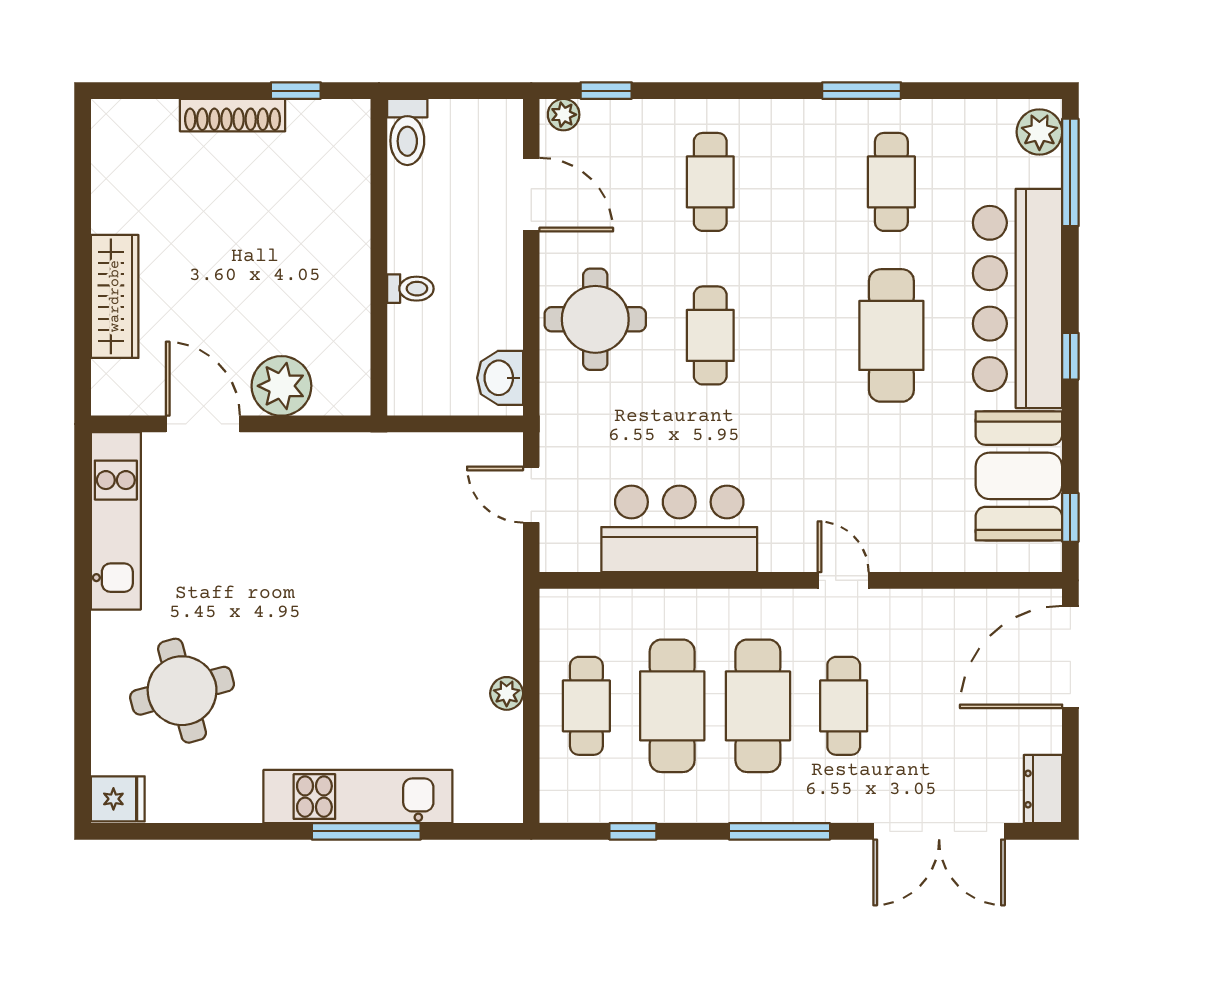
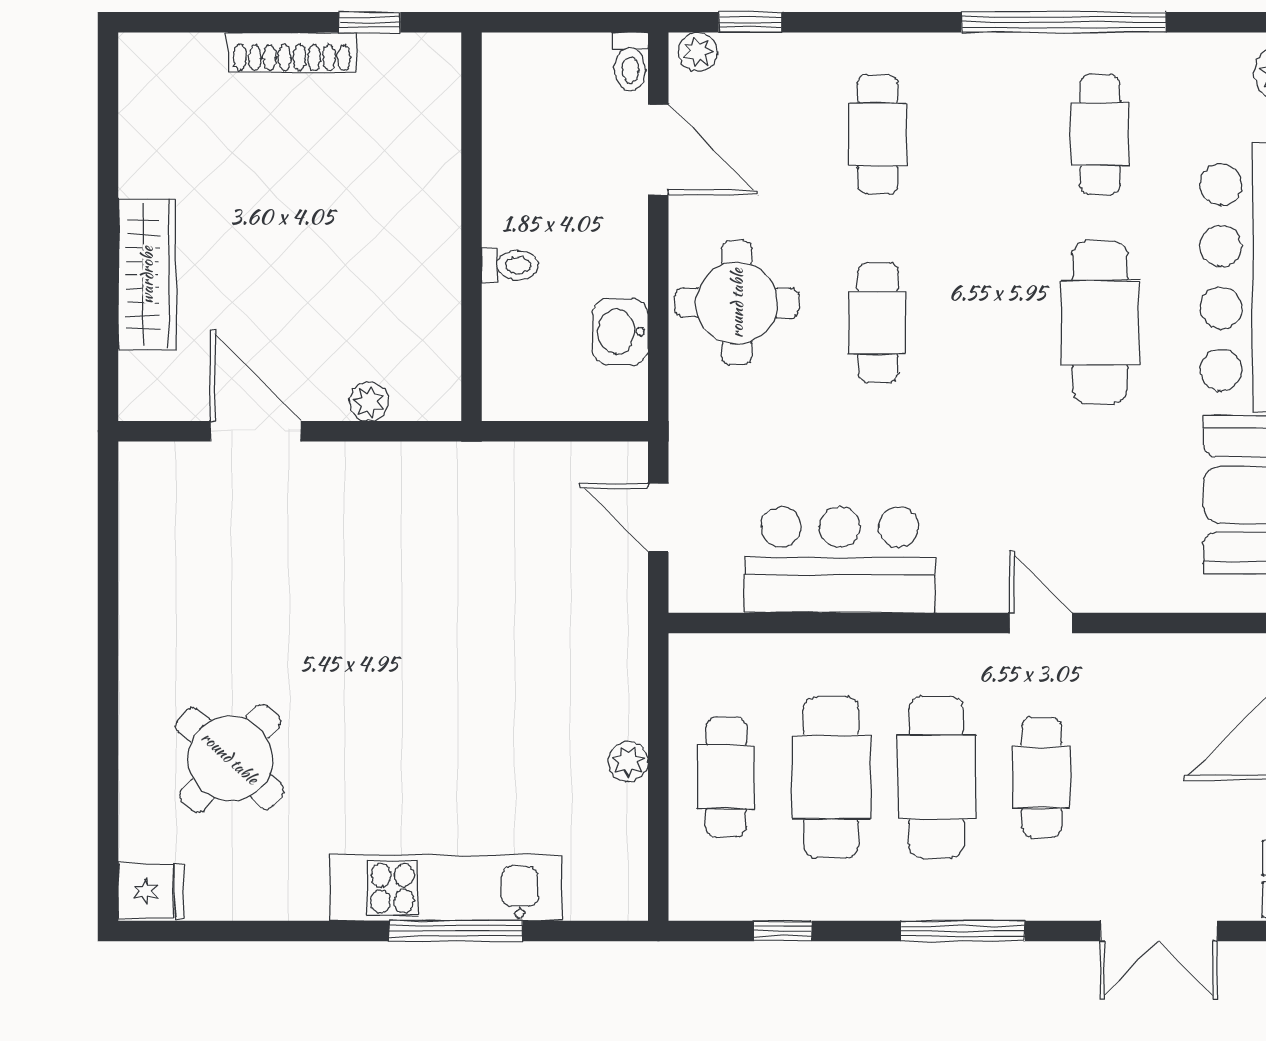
window: (862, 91) -> (1064, 22), width x2.11
toilet: (407, 132) -> (630, 62), moved, width x0.73, depth x0.72
washbasin: (500, 378) -> (620, 332), moved
plant: (281, 386) -> (369, 402), width x0.53, depth x0.53
kitchen unit: (116, 521) -> (149, 550), removed
round table: (182, 691) -> (230, 758), turned -33
double door: (939, 831) -> (1159, 931), width x0.73

